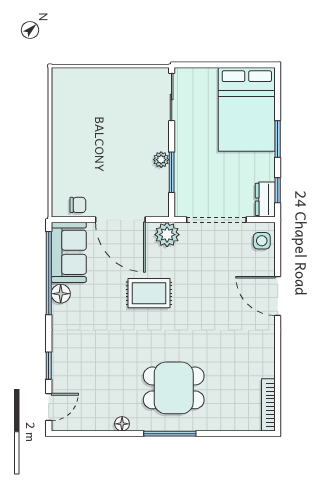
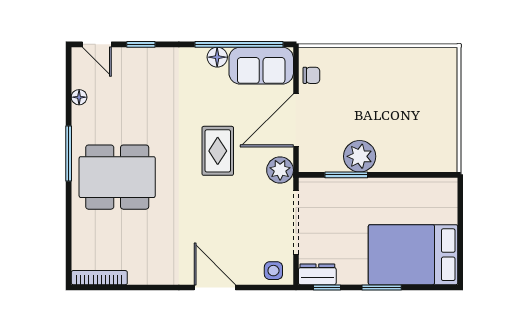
sliding door: (172, 97) -> (426, 175), removed
plant: (161, 160) -> (360, 156), width x1.88, depth x1.88
chair: (78, 205) -> (311, 75), turned -90
door: (278, 296) -> (215, 287), hinge flipped
dining table: (174, 388) -> (117, 177), width x1.37
floor lamp: (122, 424) -> (79, 97), moved
window: (170, 434) -> (69, 154), moved

